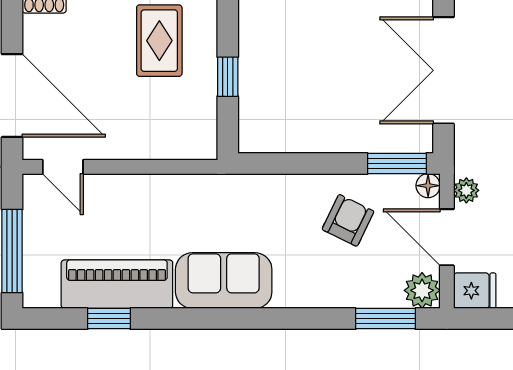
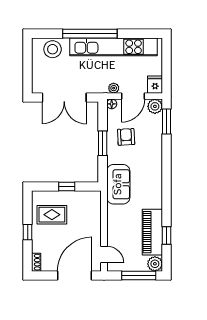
window: (397, 164) -> (103, 143), moved
door: (63, 167) -> (104, 254), hinge flipped
armchair: (348, 220) -> (126, 137), turned 61
sofa: (224, 281) -> (118, 184), moved, turned 180
plant: (40, 290) -> (155, 264), added

